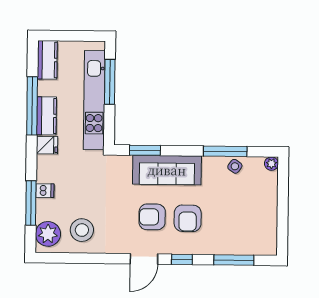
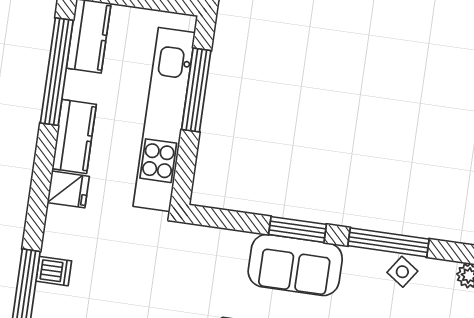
window: (32, 106) -> (57, 72), moved
window: (145, 150) -> (297, 229), moved
sofa: (167, 170) -> (295, 265), width x0.73

